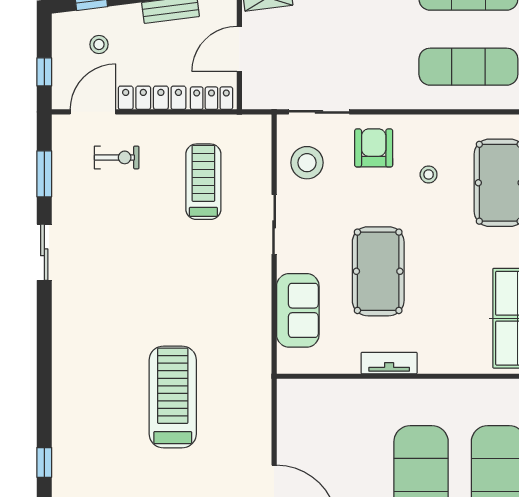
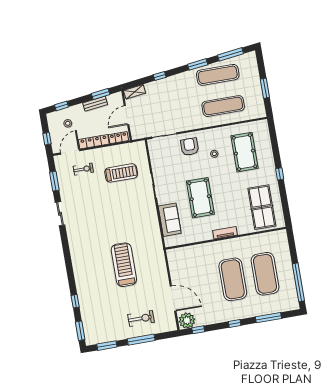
stool: (307, 163) -> (163, 158), removed
treadmill: (203, 182) -> (121, 173), turned 90
tv unit: (389, 363) -> (225, 233), moved

